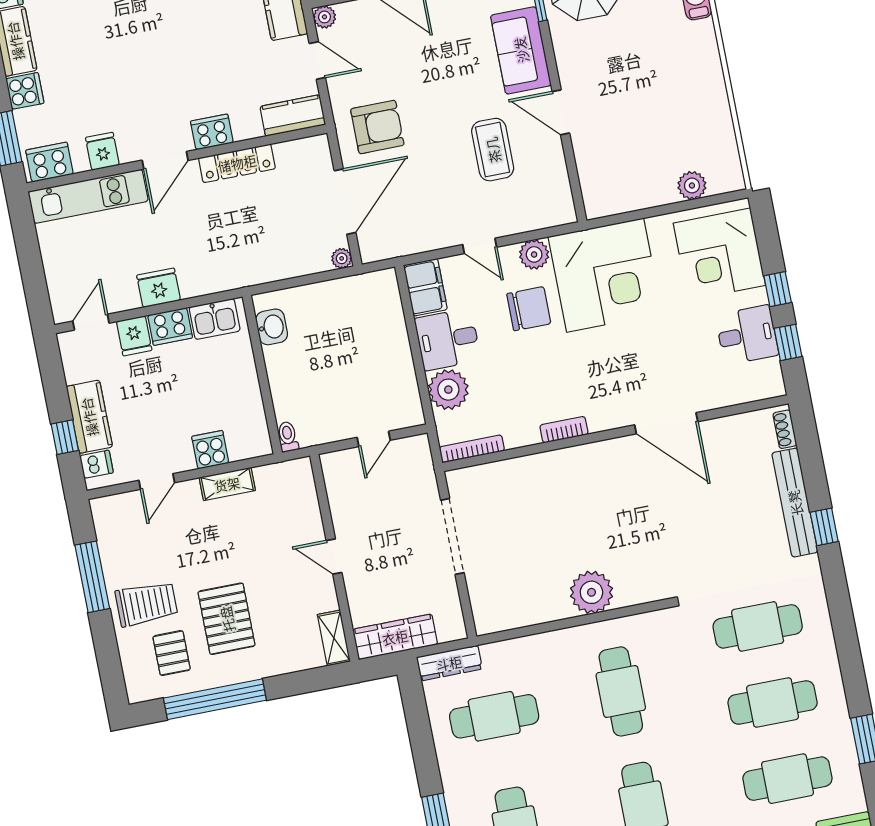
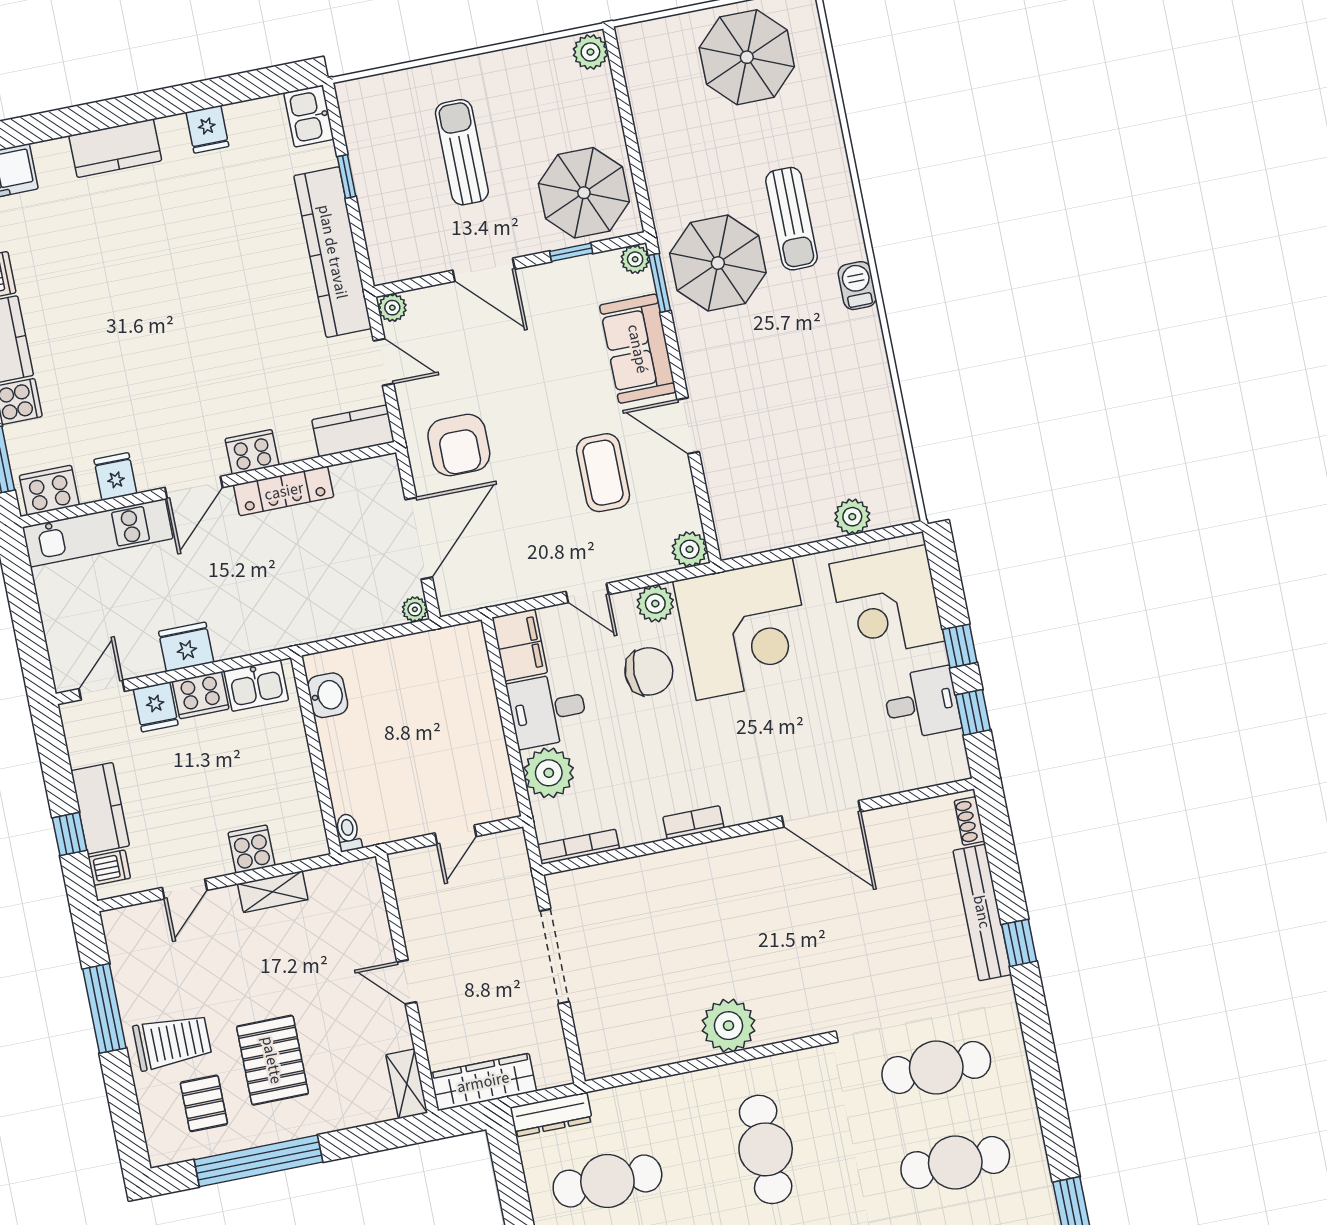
armchair: (377, 127) -> (459, 445), turned 90
plant: (562, 211) -> (690, 549), added

